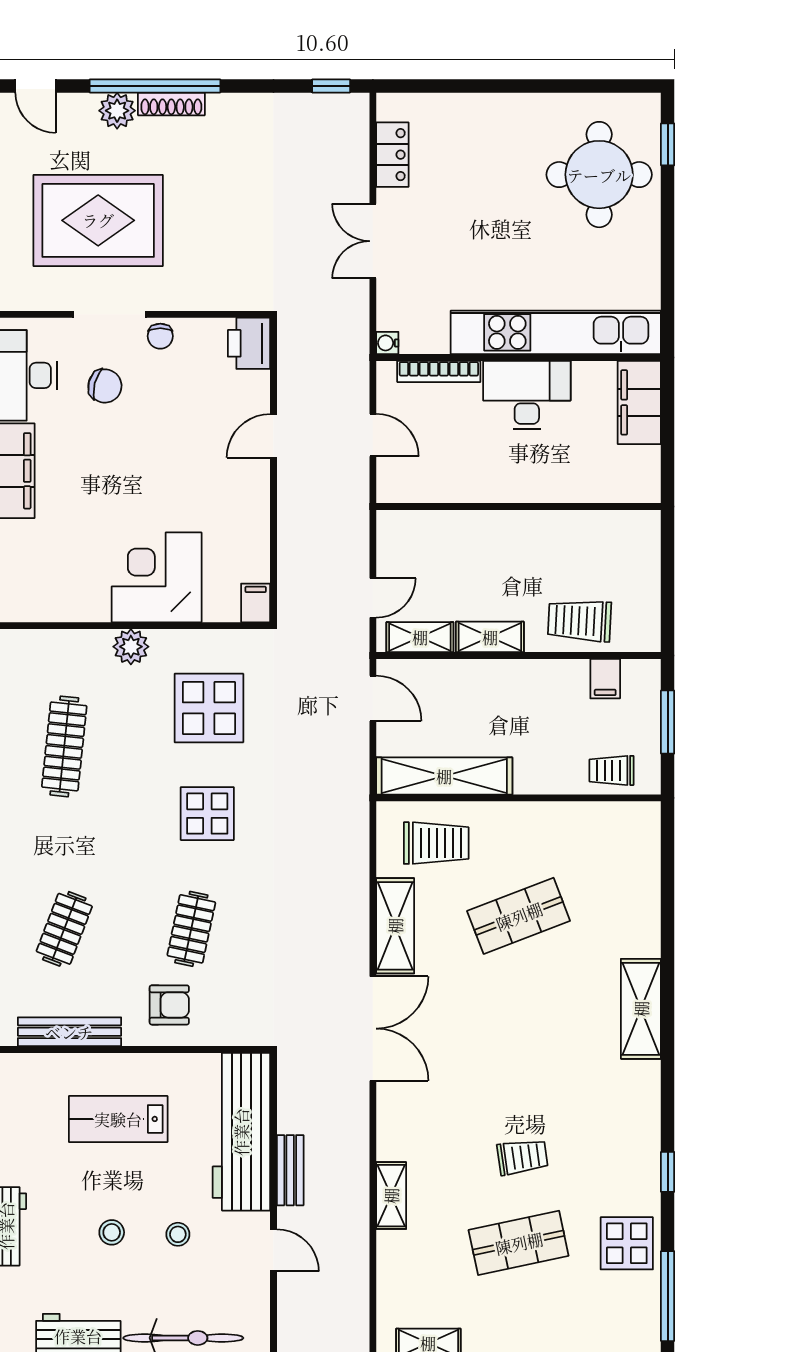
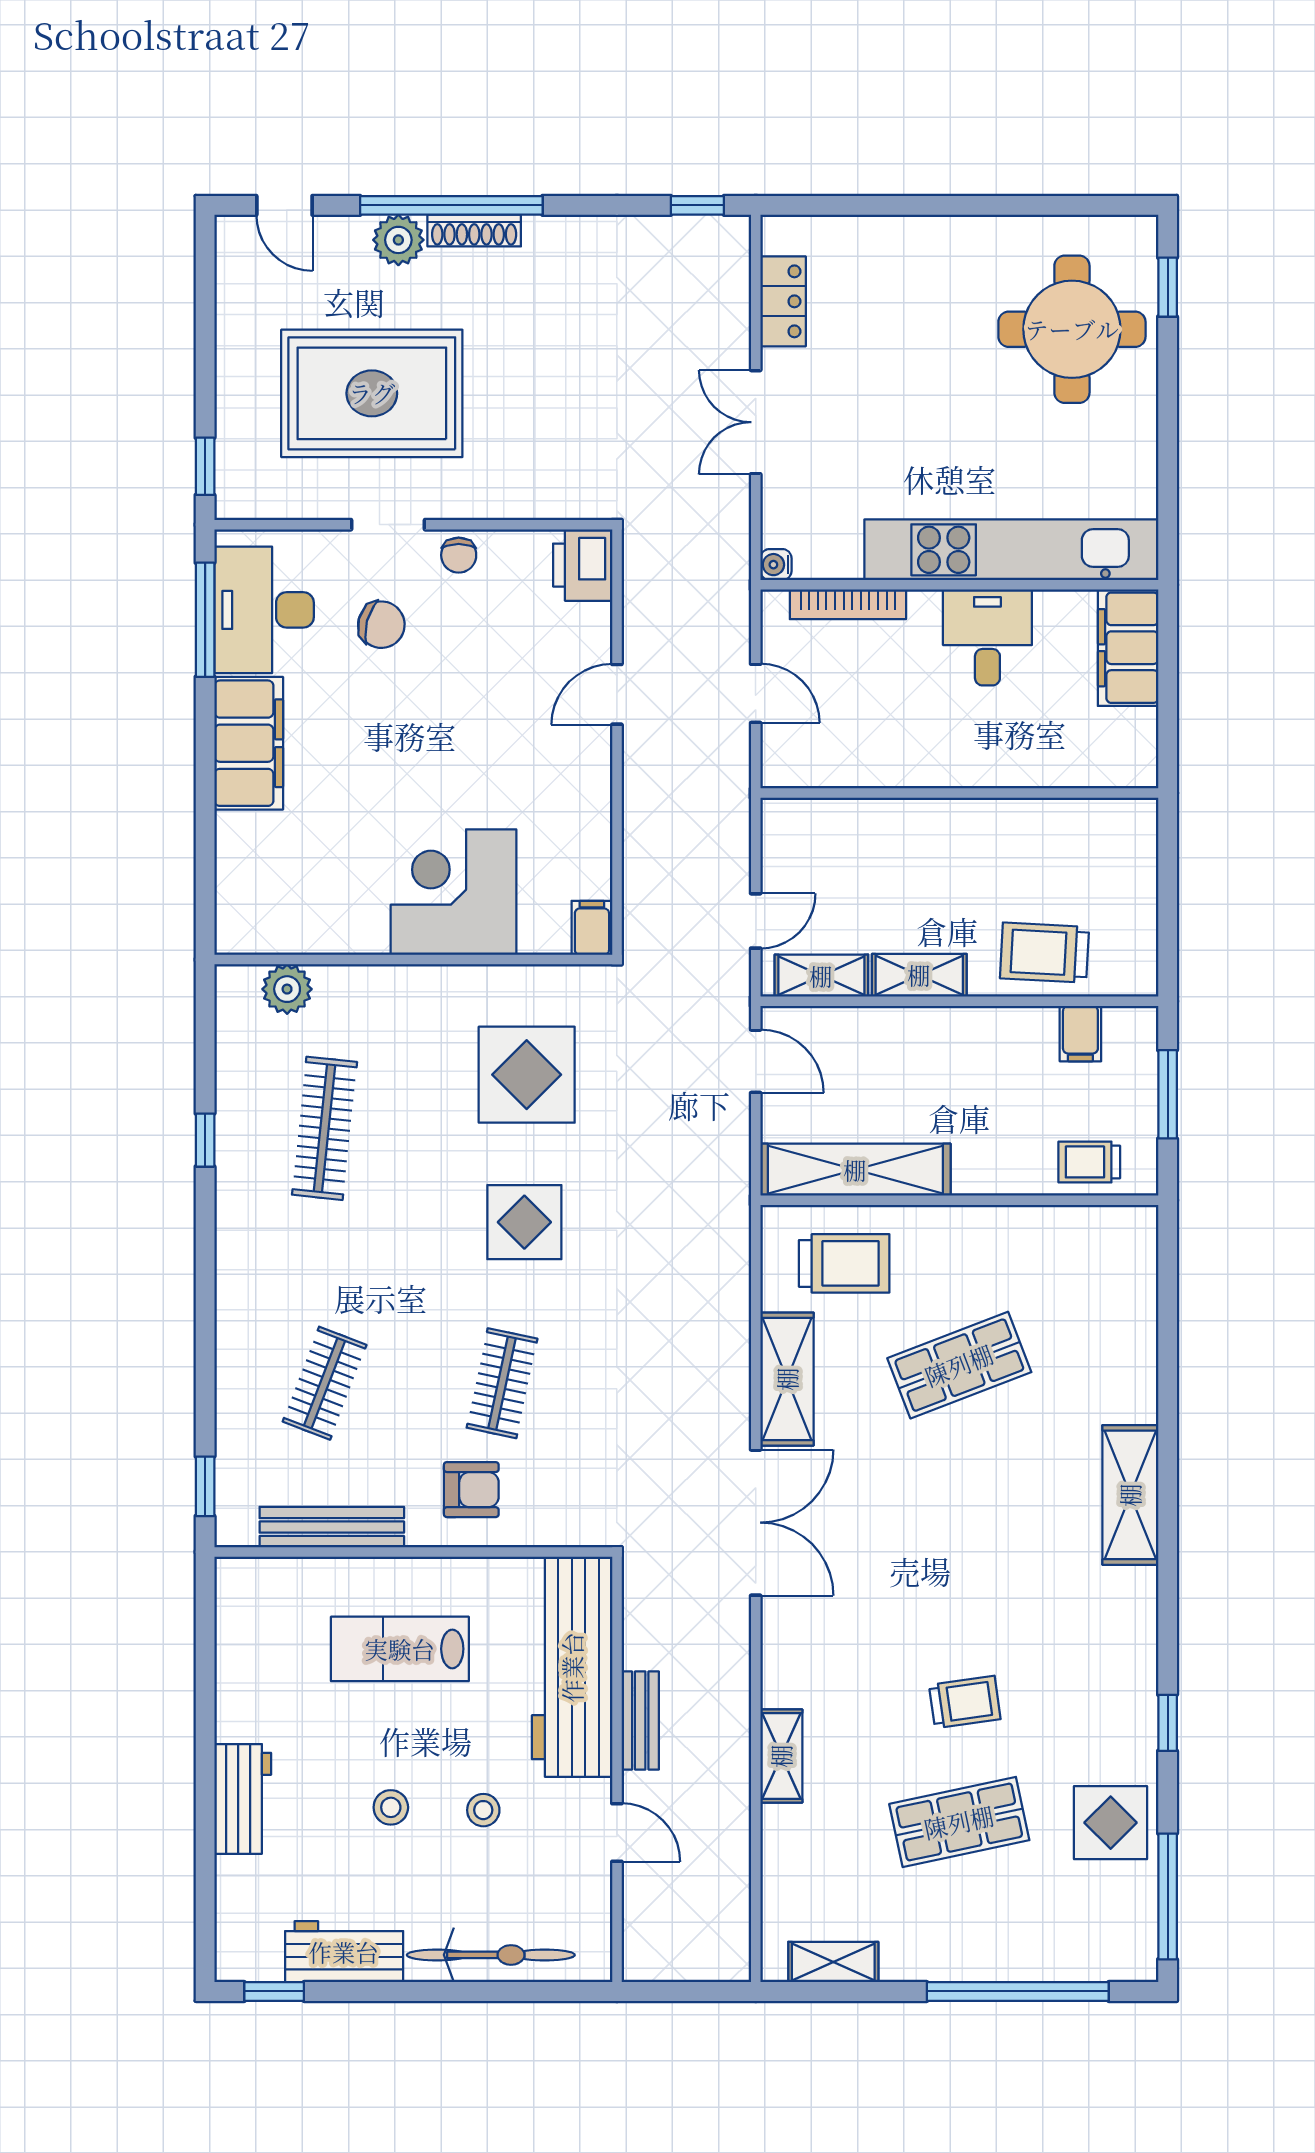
doorway: (110, 314) -> (388, 525), width x0.73
desk: (527, 395) -> (987, 637), width x0.73
plant: (131, 647) -> (287, 989), moved

